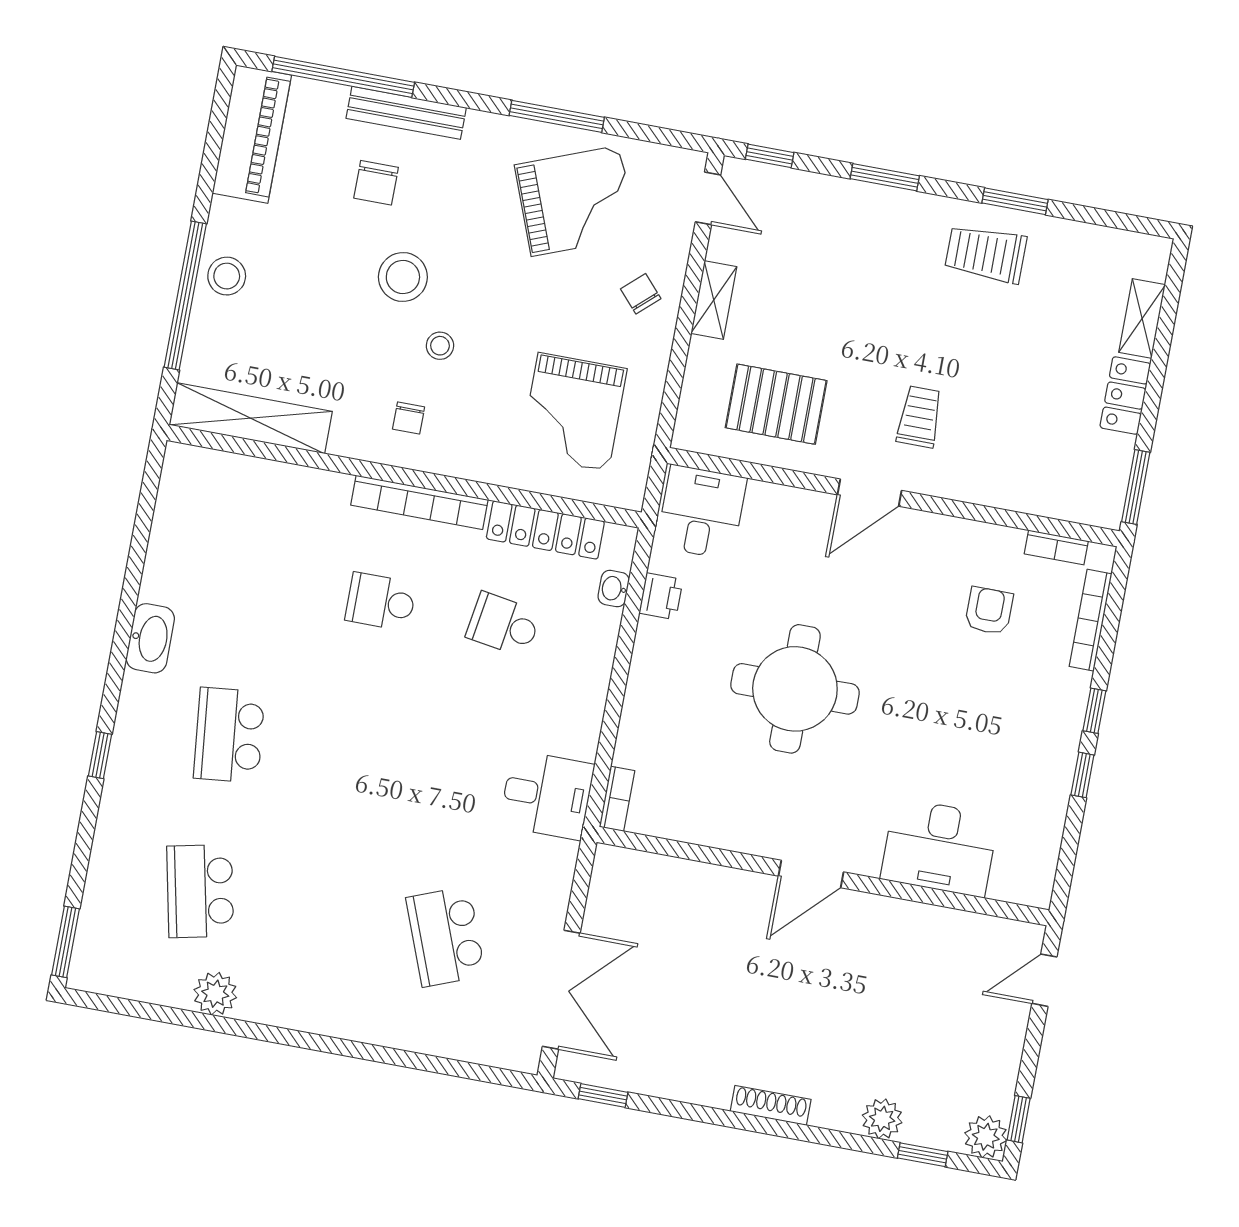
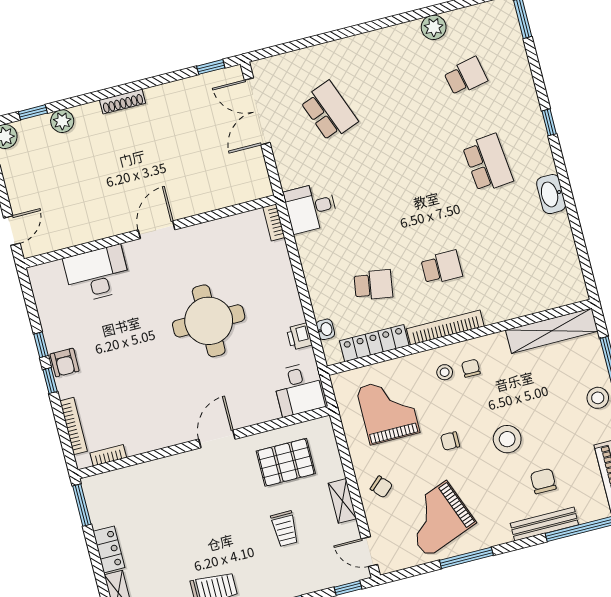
chair: (496, 316) -> (450, 441), added
stool: (440, 346) -> (445, 372), moved
trolley: (920, 417) -> (285, 529), moved
armchair: (989, 611) -> (65, 363), moved
school desk: (200, 891) -> (466, 76), width x0.54

